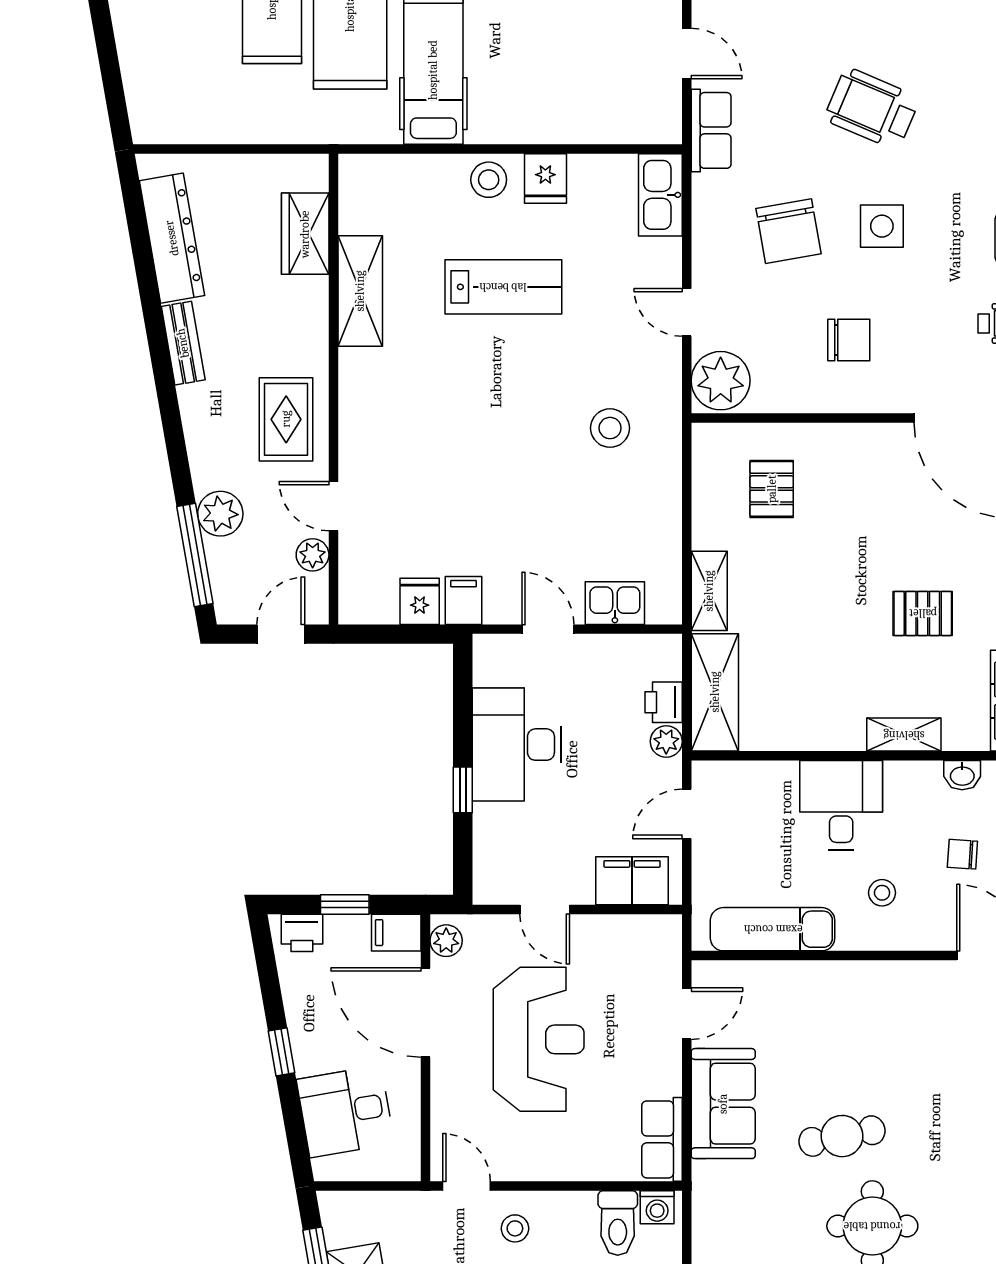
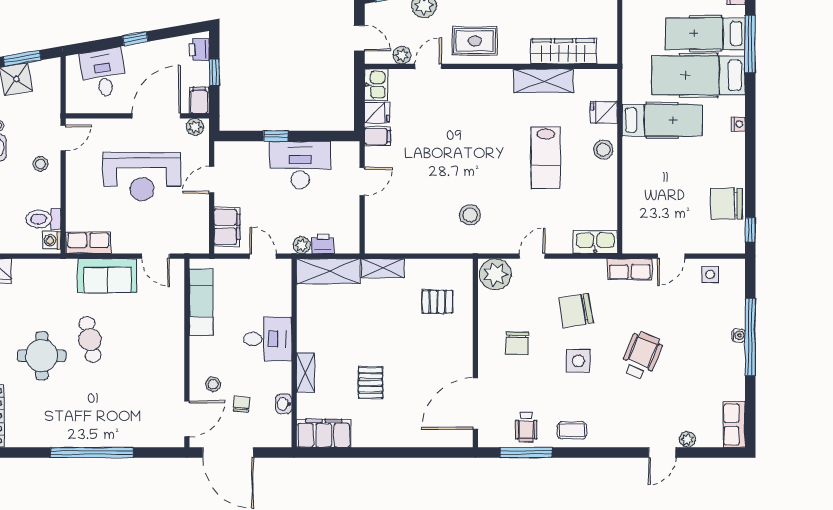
fridge: (545, 179) -> (604, 112), moved
wardrobe: (305, 234) -> (563, 51), width x1.50
kitchen sink: (615, 603) -> (376, 85), moved
stool: (882, 893) -> (213, 384), moved

